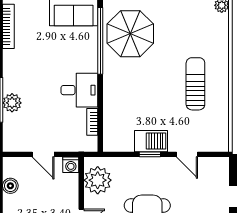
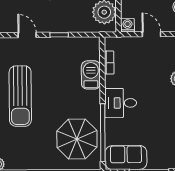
sun lounger: (195, 84) -> (20, 96), width x1.36, depth x1.34
desk: (79, 90) -> (121, 103), moved
barbecue: (151, 141) -> (91, 75), moved, turned 90

